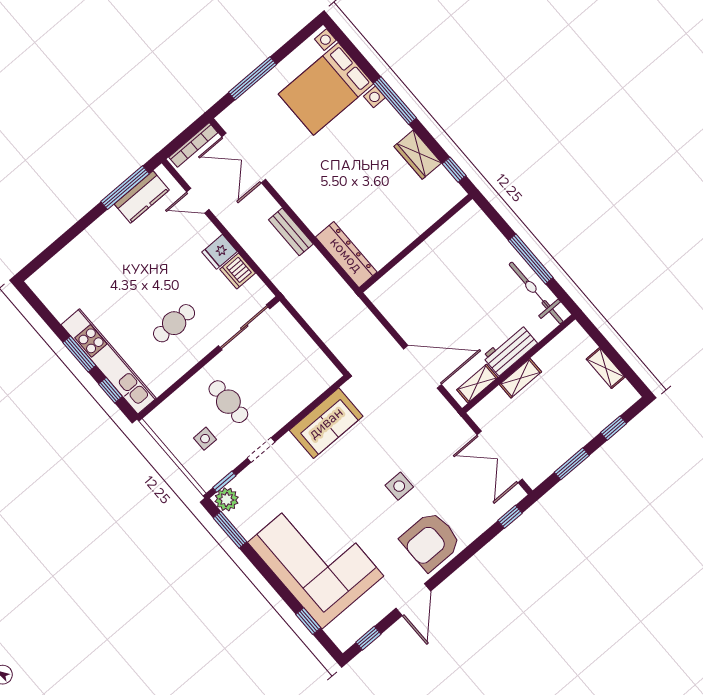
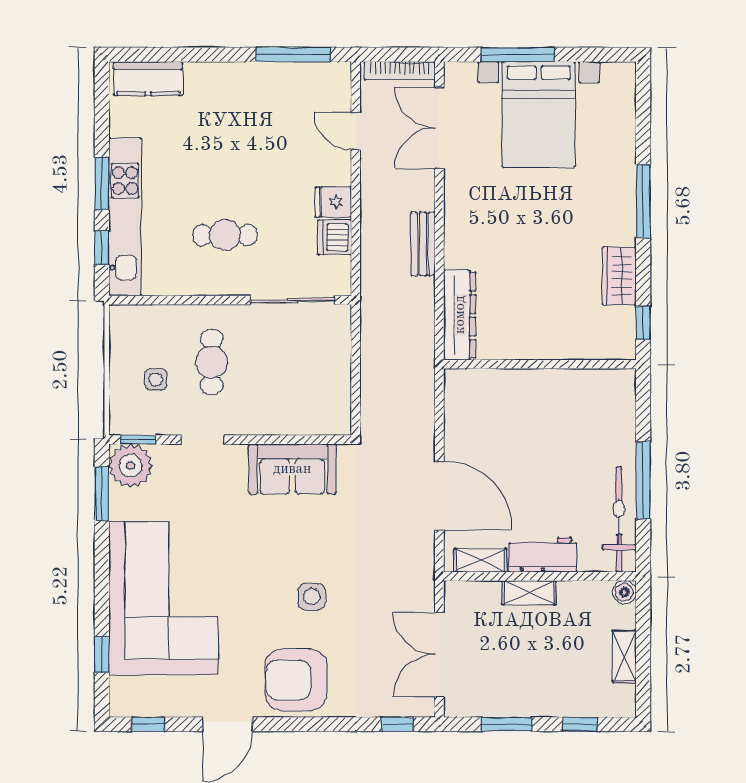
bed with nightstands: (326, 89) -> (539, 114), moved, turned -90
kitchen counter: (142, 197) -> (148, 79), moved
boiler: (574, 332) -> (624, 592), added
plant: (227, 499) -> (131, 466), width x1.36, depth x1.36

